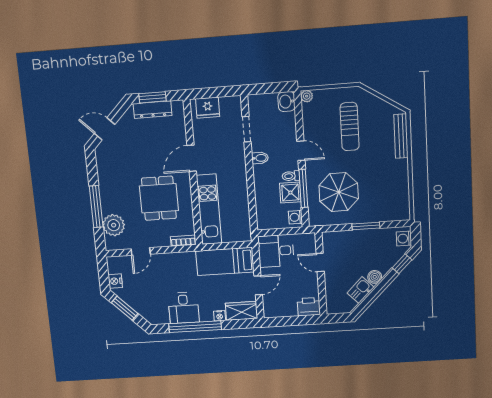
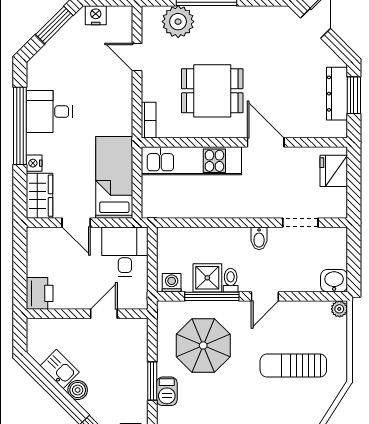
barbecue: (373, 215) -> (167, 391), added

